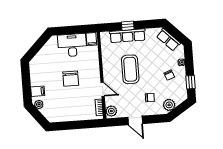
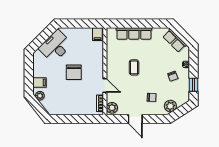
window: (128, 26) -> (135, 24), removed
desk: (72, 45) -> (55, 46), moved, turned -45
coffee table: (130, 69) -> (134, 67), width x0.54, depth x0.58

